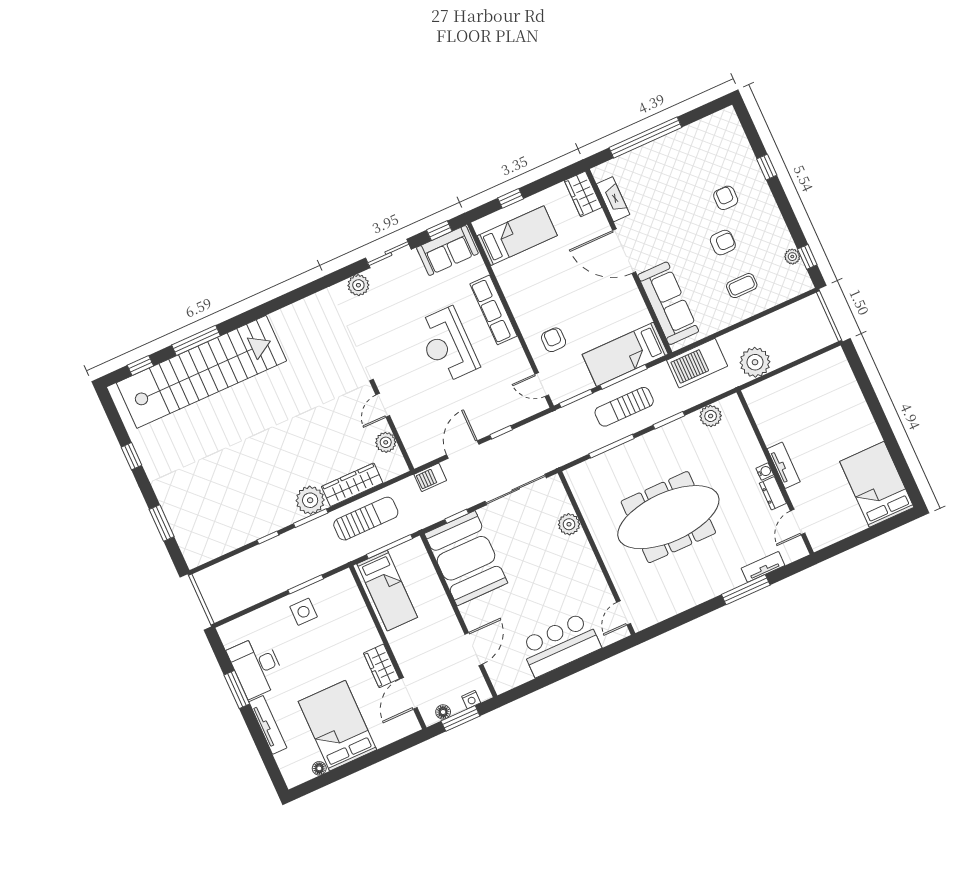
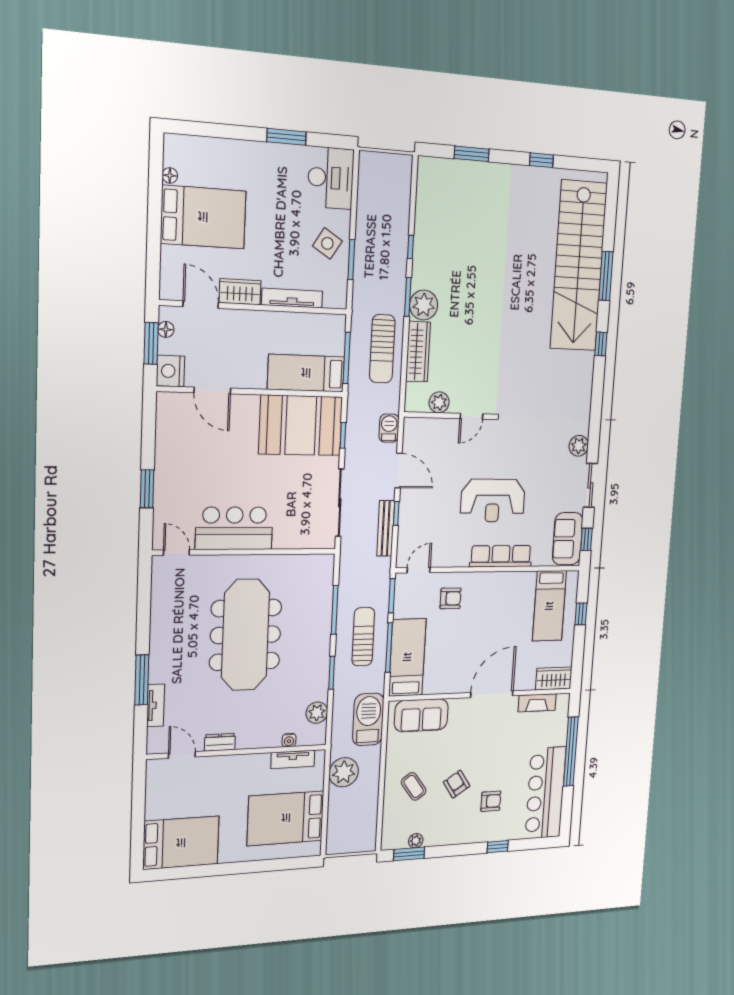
bar counter: (696, 143) -> (546, 793), added
armchair: (723, 243) -> (457, 784), turned 147
window: (807, 257) -> (409, 854), width x1.50
coffee table: (742, 286) -> (414, 786), turned -36
sofa: (668, 303) -> (421, 715), width x0.73
reception desk: (447, 345) -> (493, 500), turned 180
window: (140, 365) -> (601, 344), moved
bed: (819, 397) -> (286, 818), added
door: (383, 405) -> (471, 416), swing flipped
bench: (519, 435) -> (386, 528), added
tv unit: (784, 465) -> (293, 759), moved
water cooler: (765, 471) -> (289, 740), moved
plant: (569, 524) -> (284, 538), removed
bed: (387, 591) -> (306, 373), moved
side table: (304, 612) -> (327, 243), turned 32
bar counter: (560, 645) -> (234, 528), moved, turned -90
window: (581, 664) -> (147, 489), added
desk: (256, 667) -> (331, 178), moved, turned 90
nightstand: (471, 700) -> (170, 371), width x1.89, depth x1.79
tv unit: (268, 725) -> (292, 298), moved, turned 180

